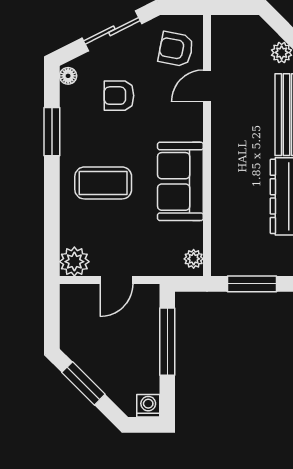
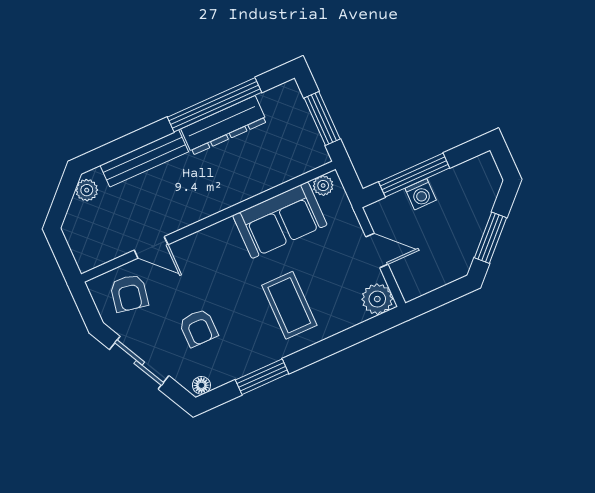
sofa: (180, 181) -> (280, 220), moved
washing machine: (148, 406) -> (421, 194), moved, turned -90

